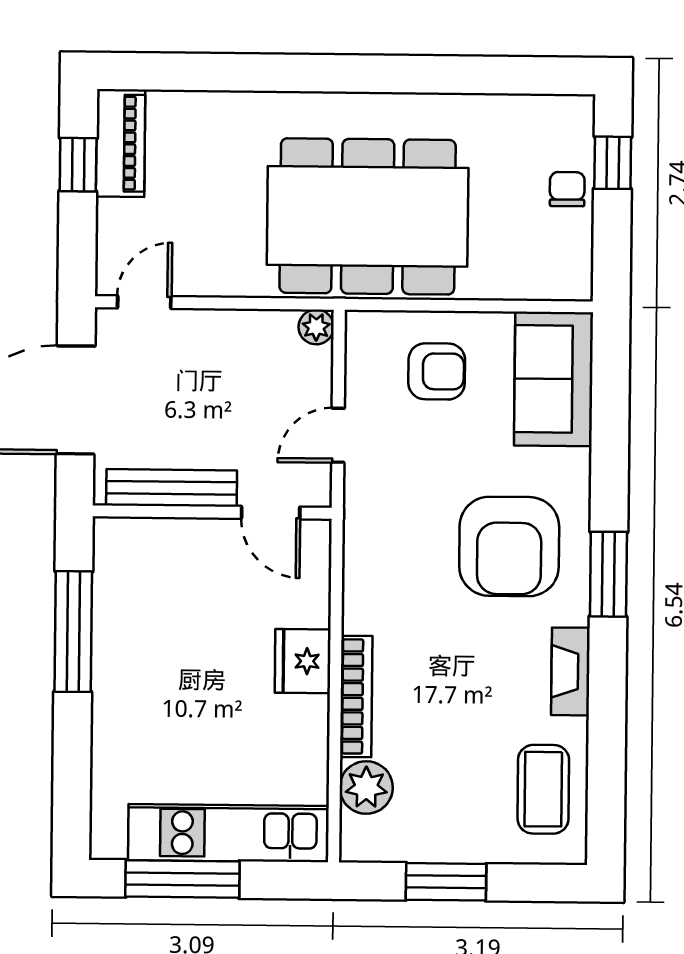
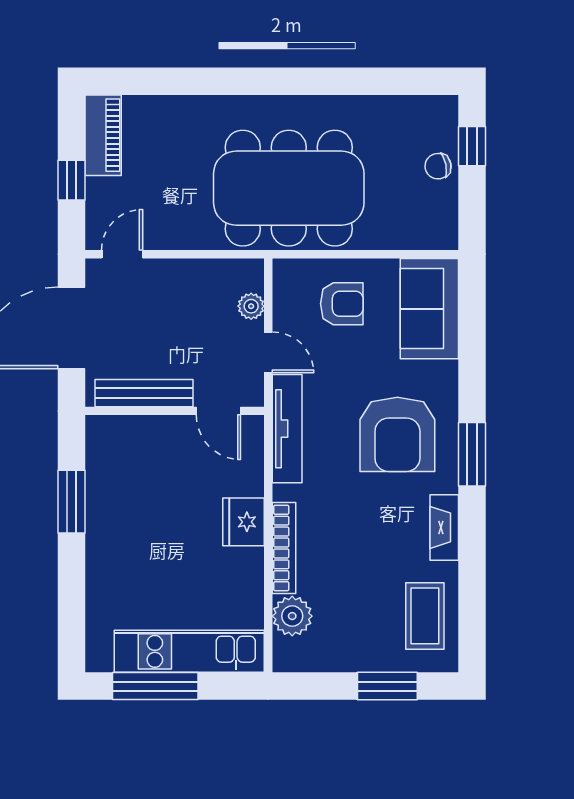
window: (78, 165) -> (71, 180), moved
chair: (567, 189) -> (438, 166), turned -101
plant: (316, 327) -> (251, 306), moved
door: (338, 435) -> (268, 352), swing flipped
tv unit: (362, 537) -> (287, 429), added
window: (73, 632) -> (71, 502), width x0.69
window: (446, 882) -> (387, 686), moved

